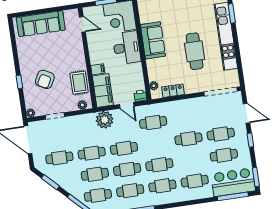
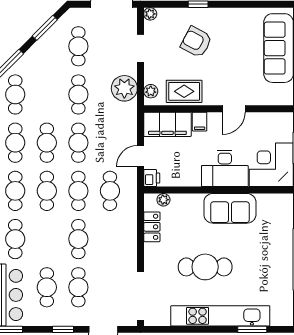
door: (82, 24) -> (234, 109), moved
plant: (105, 120) -> (124, 88), moved
cafe table: (95, 174) -> (78, 191), moved

